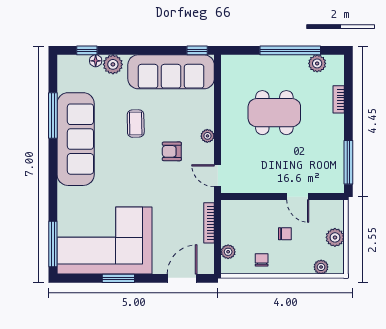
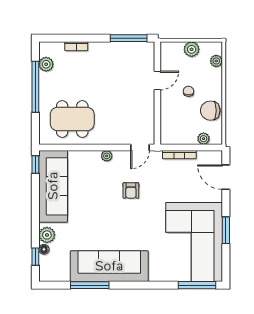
dining table: (274, 113) -> (72, 119), moved, turned 90
coffee table: (136, 124) -> (96, 216), removed
armchair: (172, 151) -> (131, 190), moved
chair: (262, 260) -> (210, 111), width x1.87, depth x1.87

